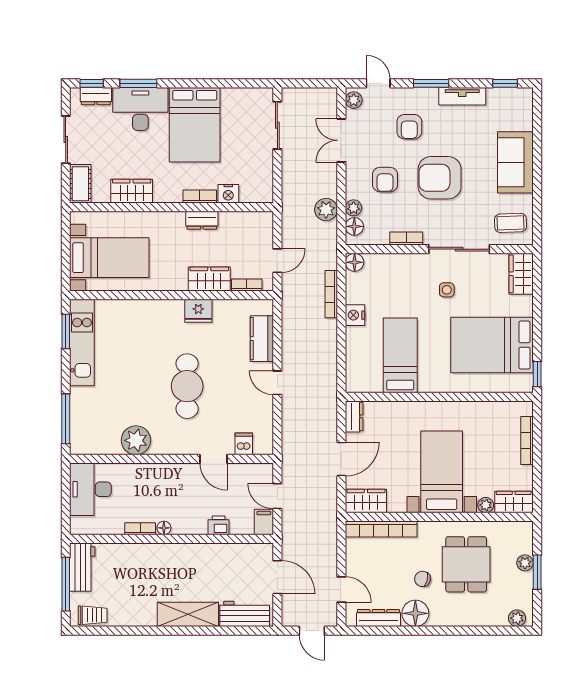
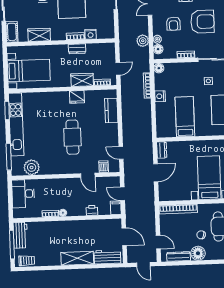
armchair: (440, 178) -> (202, 22), turned 180
kitchen unit: (82, 343) -> (16, 124), width x1.36
door: (277, 383) -> (121, 153), moved
plant: (136, 440) -> (32, 167), moved
wardrobe: (366, 501) -> (170, 195), removed

